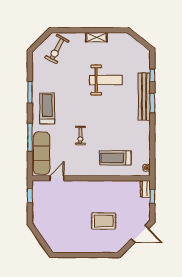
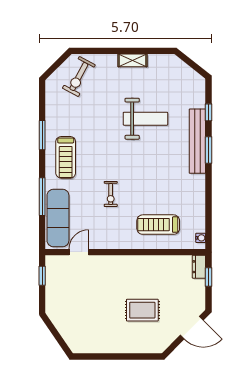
treadmill: (47, 109) -> (66, 157), turned 180

